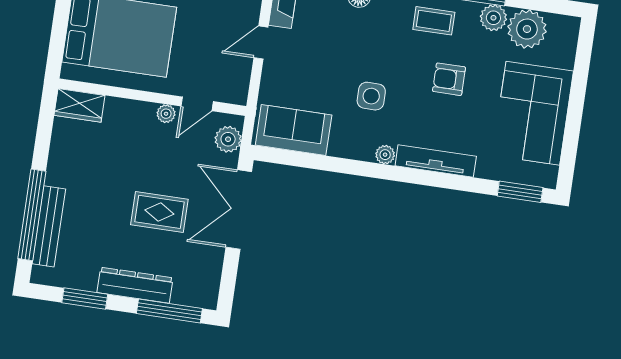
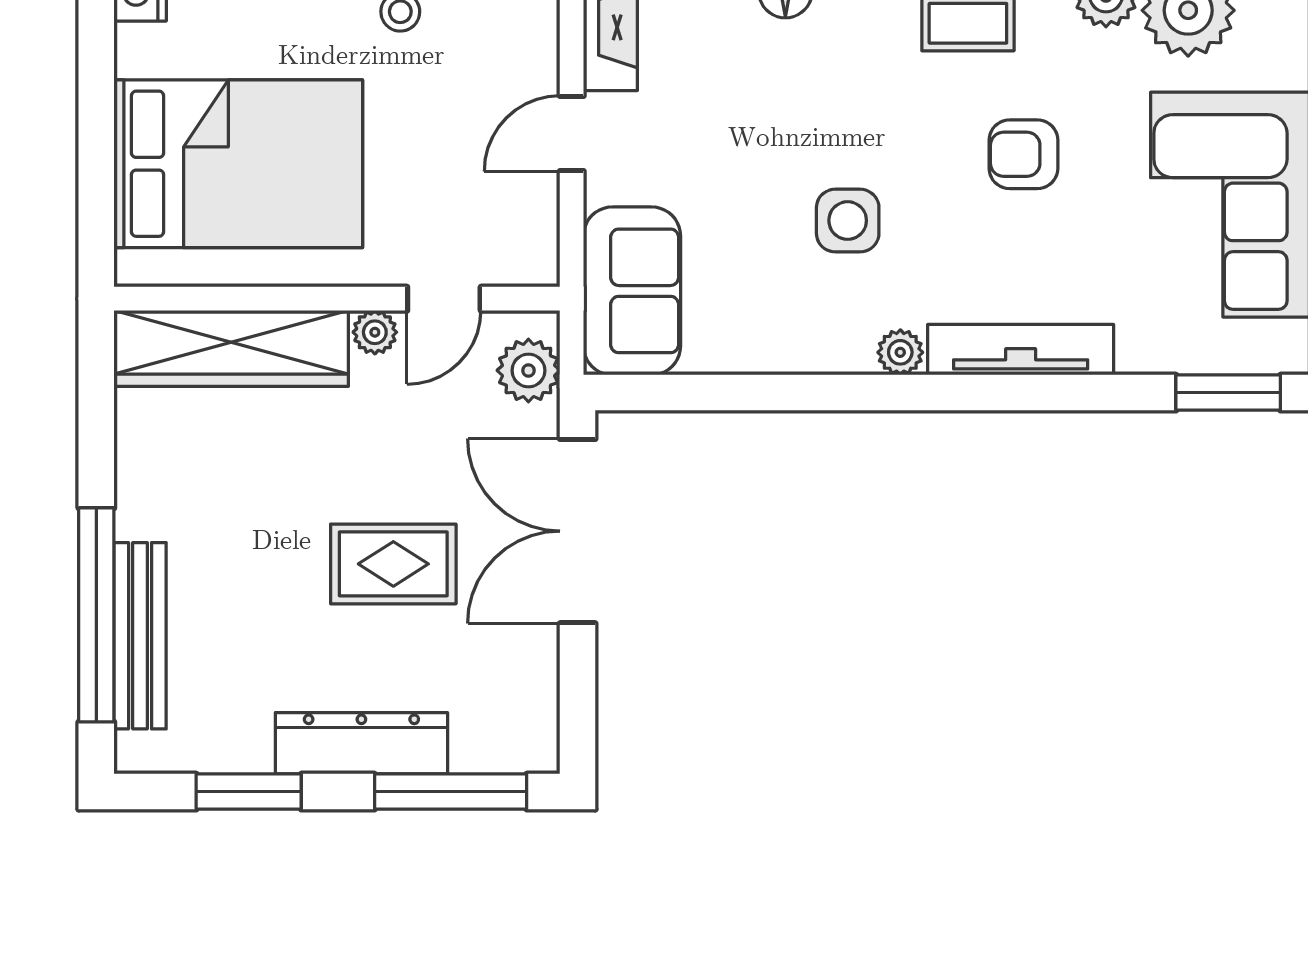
wardrobe: (79, 105) -> (231, 348), width x2.10, depth x1.17
sofa: (294, 130) -> (632, 291), moved, turned 90

